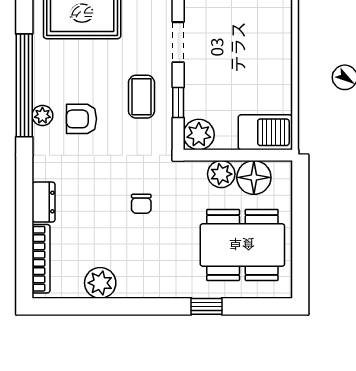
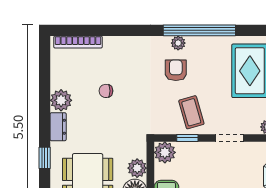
coffee table: (141, 97) -> (191, 112), turned 74
dresser: (44, 202) -> (58, 127), moved, turned -90
chair: (141, 204) -> (106, 91), moved
plant: (100, 283) -> (61, 100), moved

